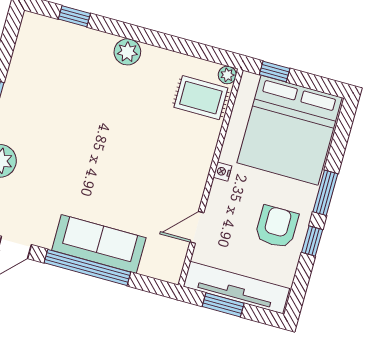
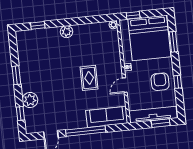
rug: (201, 98) -> (89, 78), moved, turned 90
window: (325, 193) -> (173, 42), moved
door: (197, 227) -> (125, 85), moved
sofa: (99, 244) -> (107, 117), moved
window: (223, 305) -> (161, 123), moved

